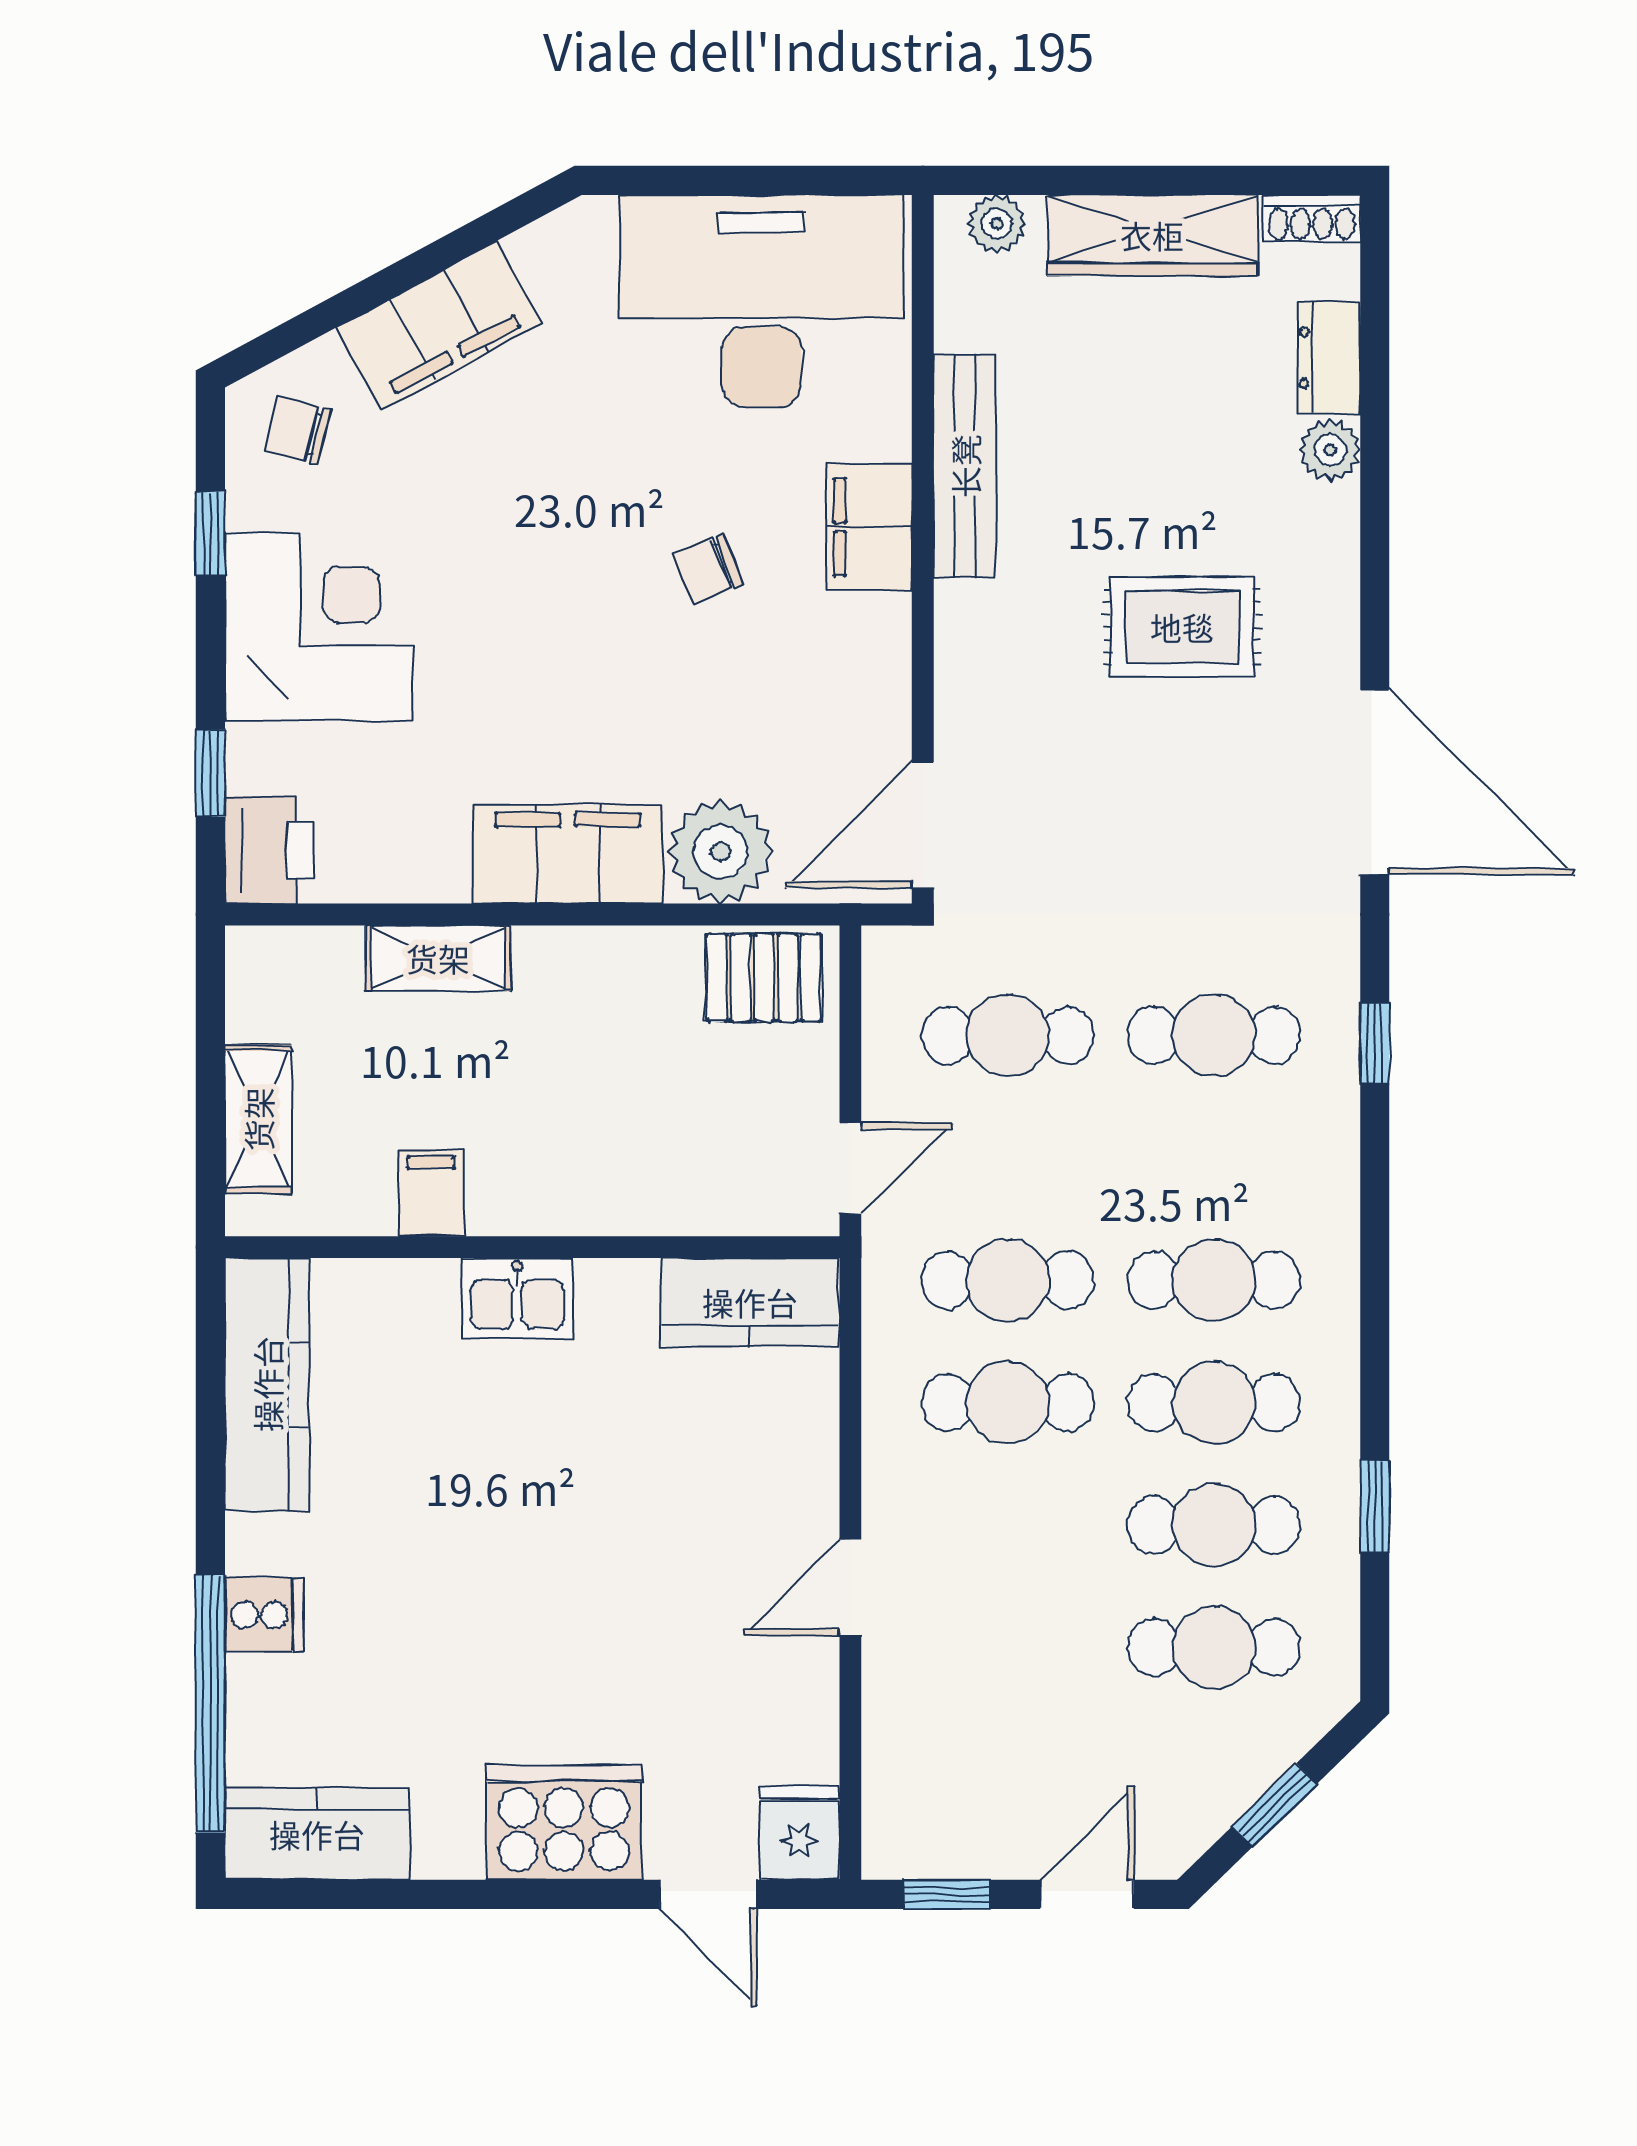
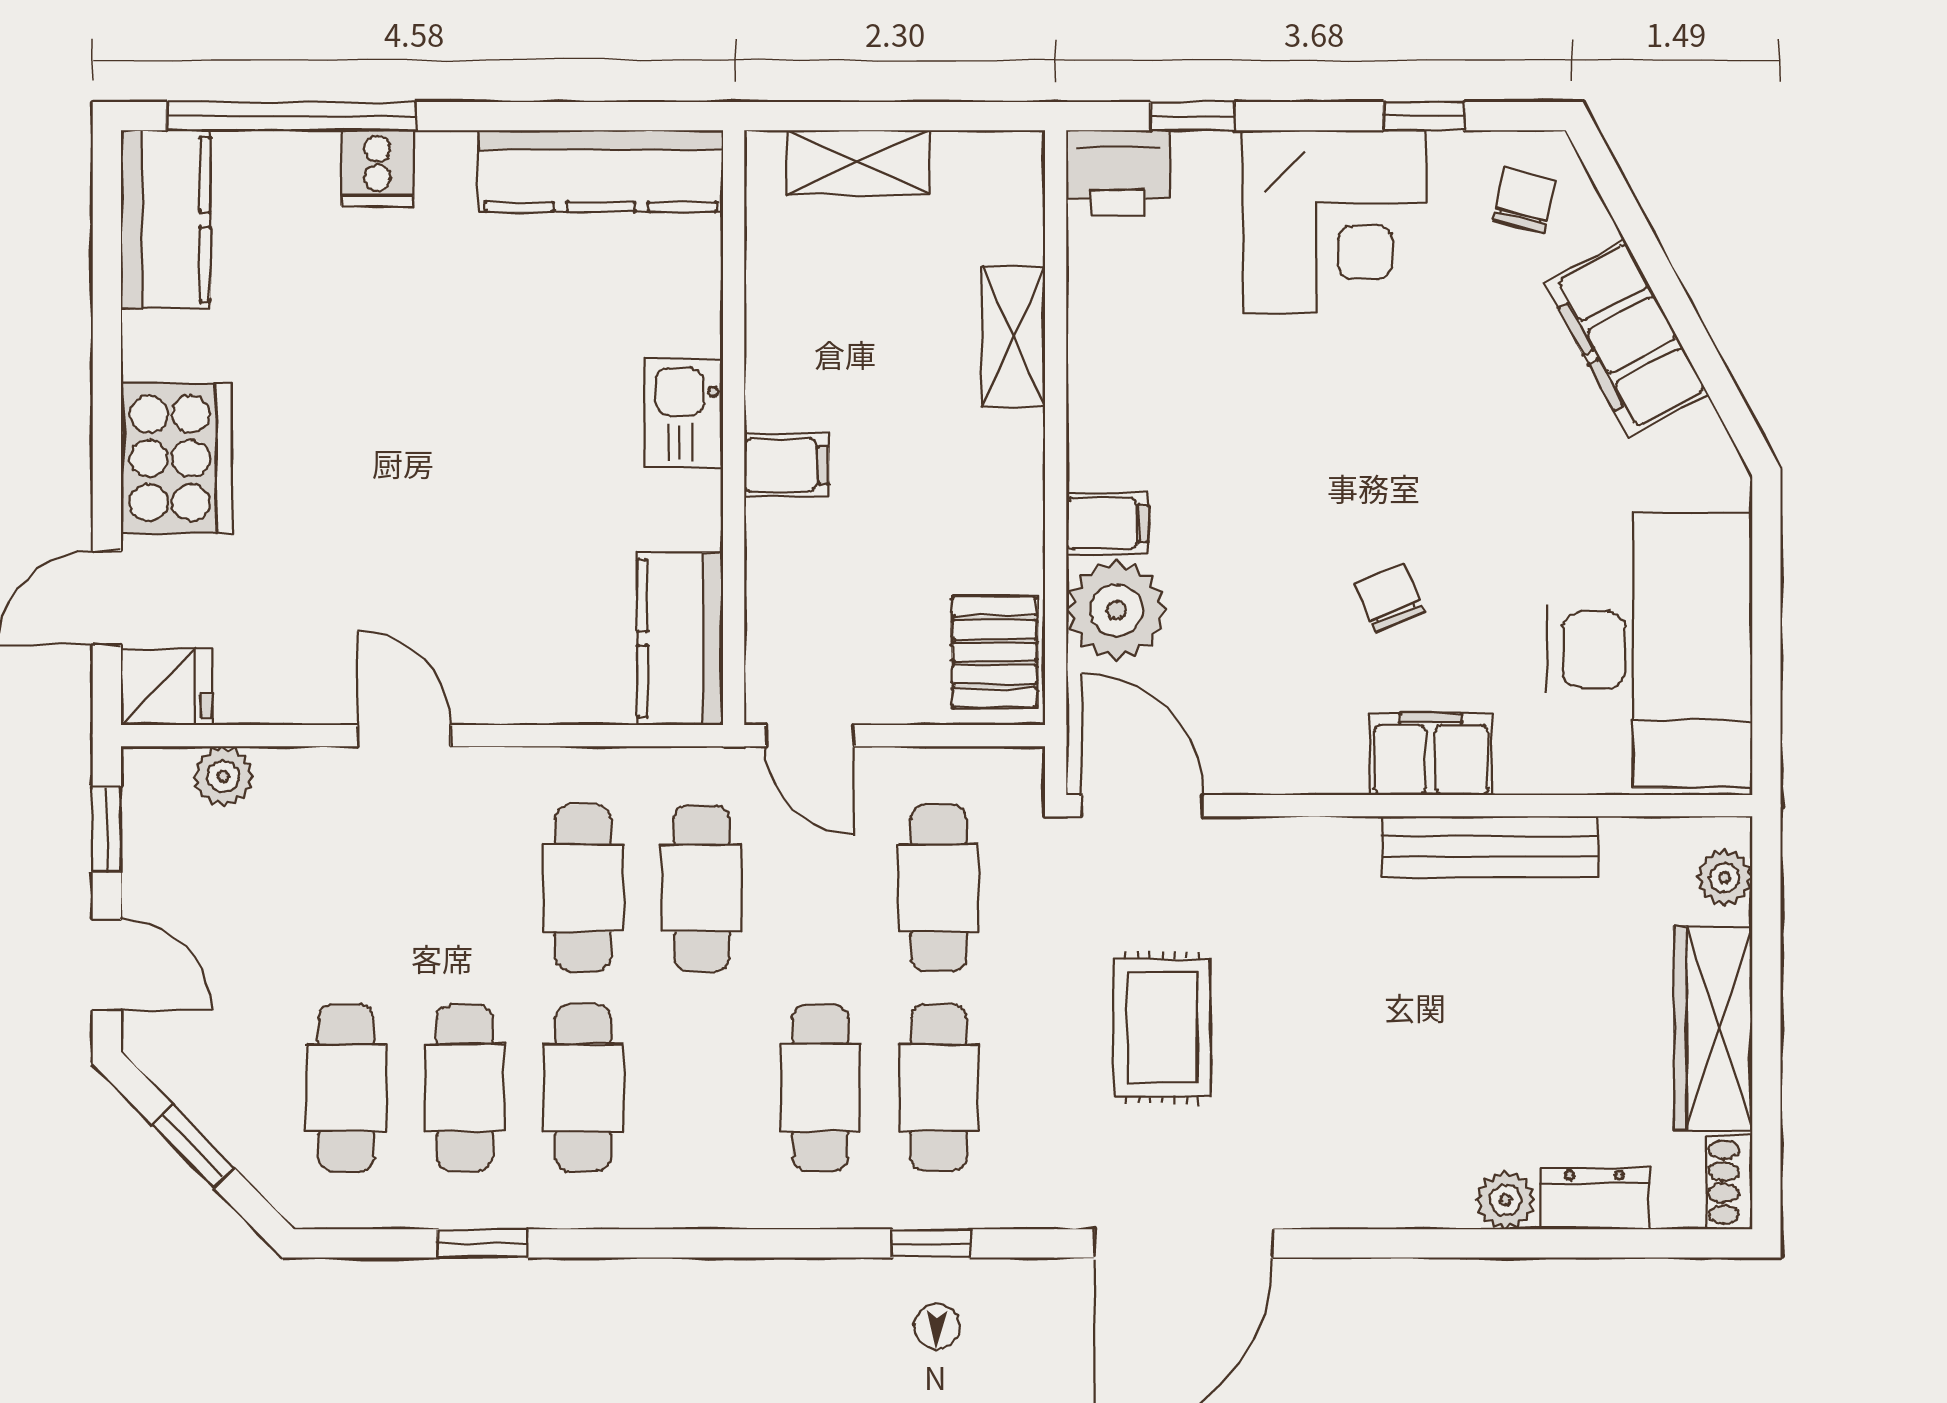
rug: (1182, 627) -> (1162, 1028), moved
filing cabinet: (568, 854) -> (1107, 523), width x0.33, depth x0.86
filing cabinet: (431, 1193) -> (786, 465), moved
cafe table: (1214, 1280) -> (820, 1088), moved
plant: (892, 1774) -> (223, 776), added

